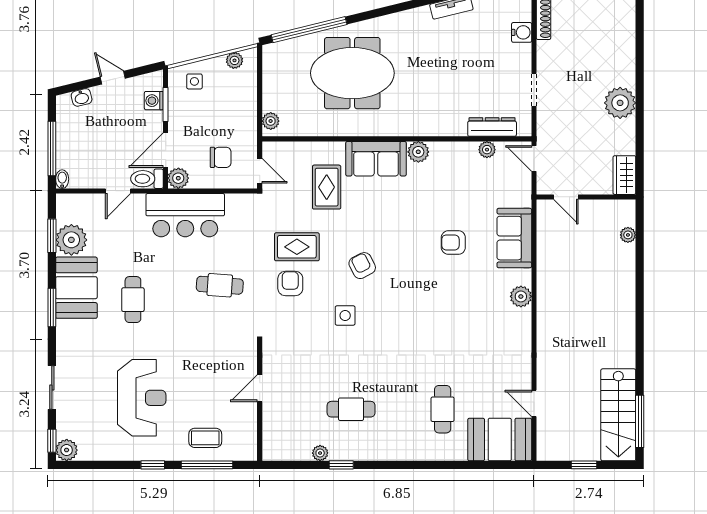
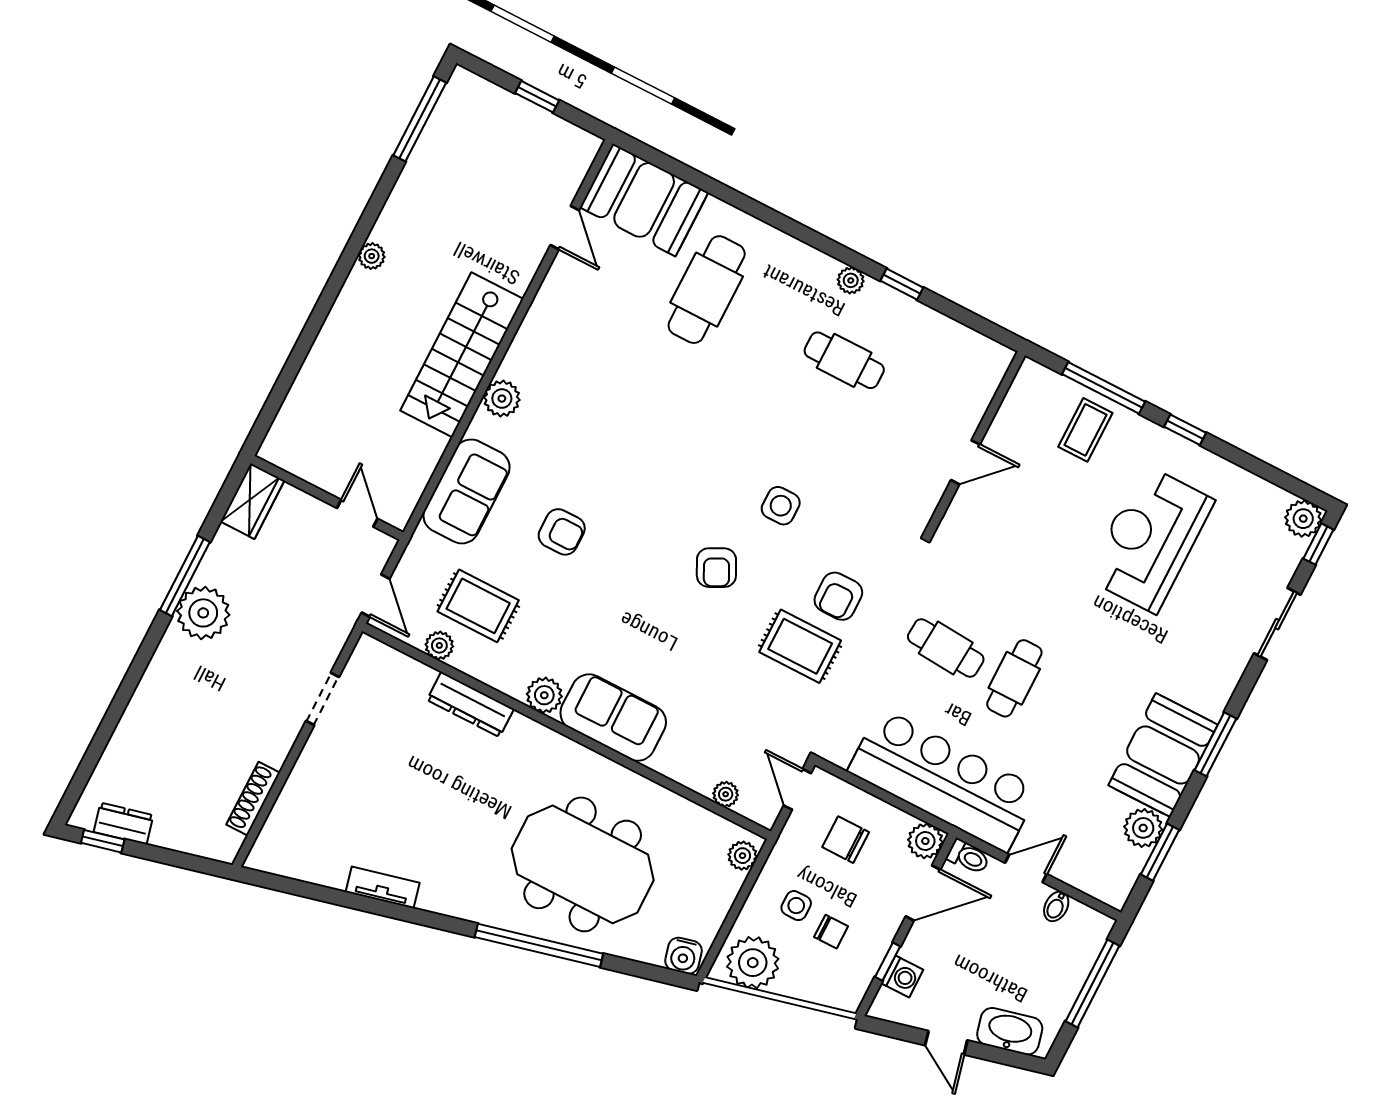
window: (309, 30) -> (539, 945), moved
water cooler: (522, 32) -> (683, 956), moved, turned -104
plant: (235, 60) -> (753, 963), width x1.87, depth x1.87
side table: (194, 81) -> (796, 906), moved
washbasin: (82, 97) -> (1010, 1031), width x1.91, depth x1.45
window: (166, 104) -> (888, 962), width x0.67
chair: (203, 105) -> (831, 932), added
window: (640, 117) -> (185, 576), added
dresser: (492, 127) -> (470, 704), moved
plant: (296, 149) -> (726, 794), added
bidet: (62, 179) -> (1056, 906), moved
toilet: (147, 179) -> (968, 857), width x0.73, depth x0.72
rug: (327, 187) -> (478, 606), moved, turned 90
bar counter: (185, 215) -> (943, 780), width x1.36
plant: (628, 235) -> (372, 256), moved
plant: (71, 240) -> (1143, 828), width x0.73, depth x0.73
cafe table: (133, 300) -> (1014, 678), moved
cafe table: (443, 409) -> (707, 290), width x1.37, depth x1.35
stairs: (618, 415) -> (462, 355), moved, turned 180
coffee table: (205, 438) -> (1085, 430), turned 90
plant: (320, 453) -> (851, 280), moved

